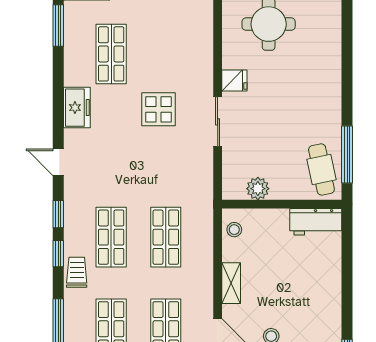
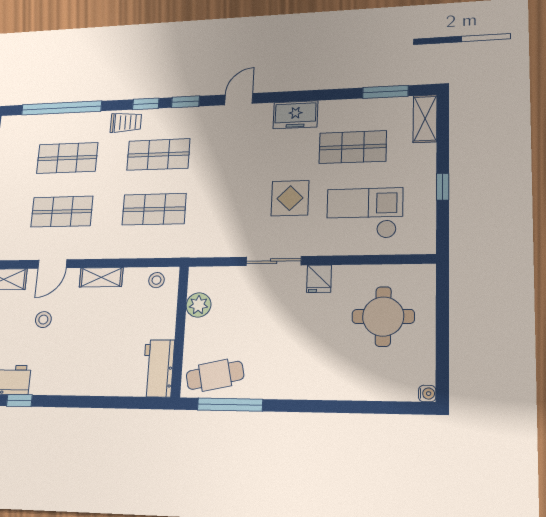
checkout: (175, 42) -> (365, 213), added

